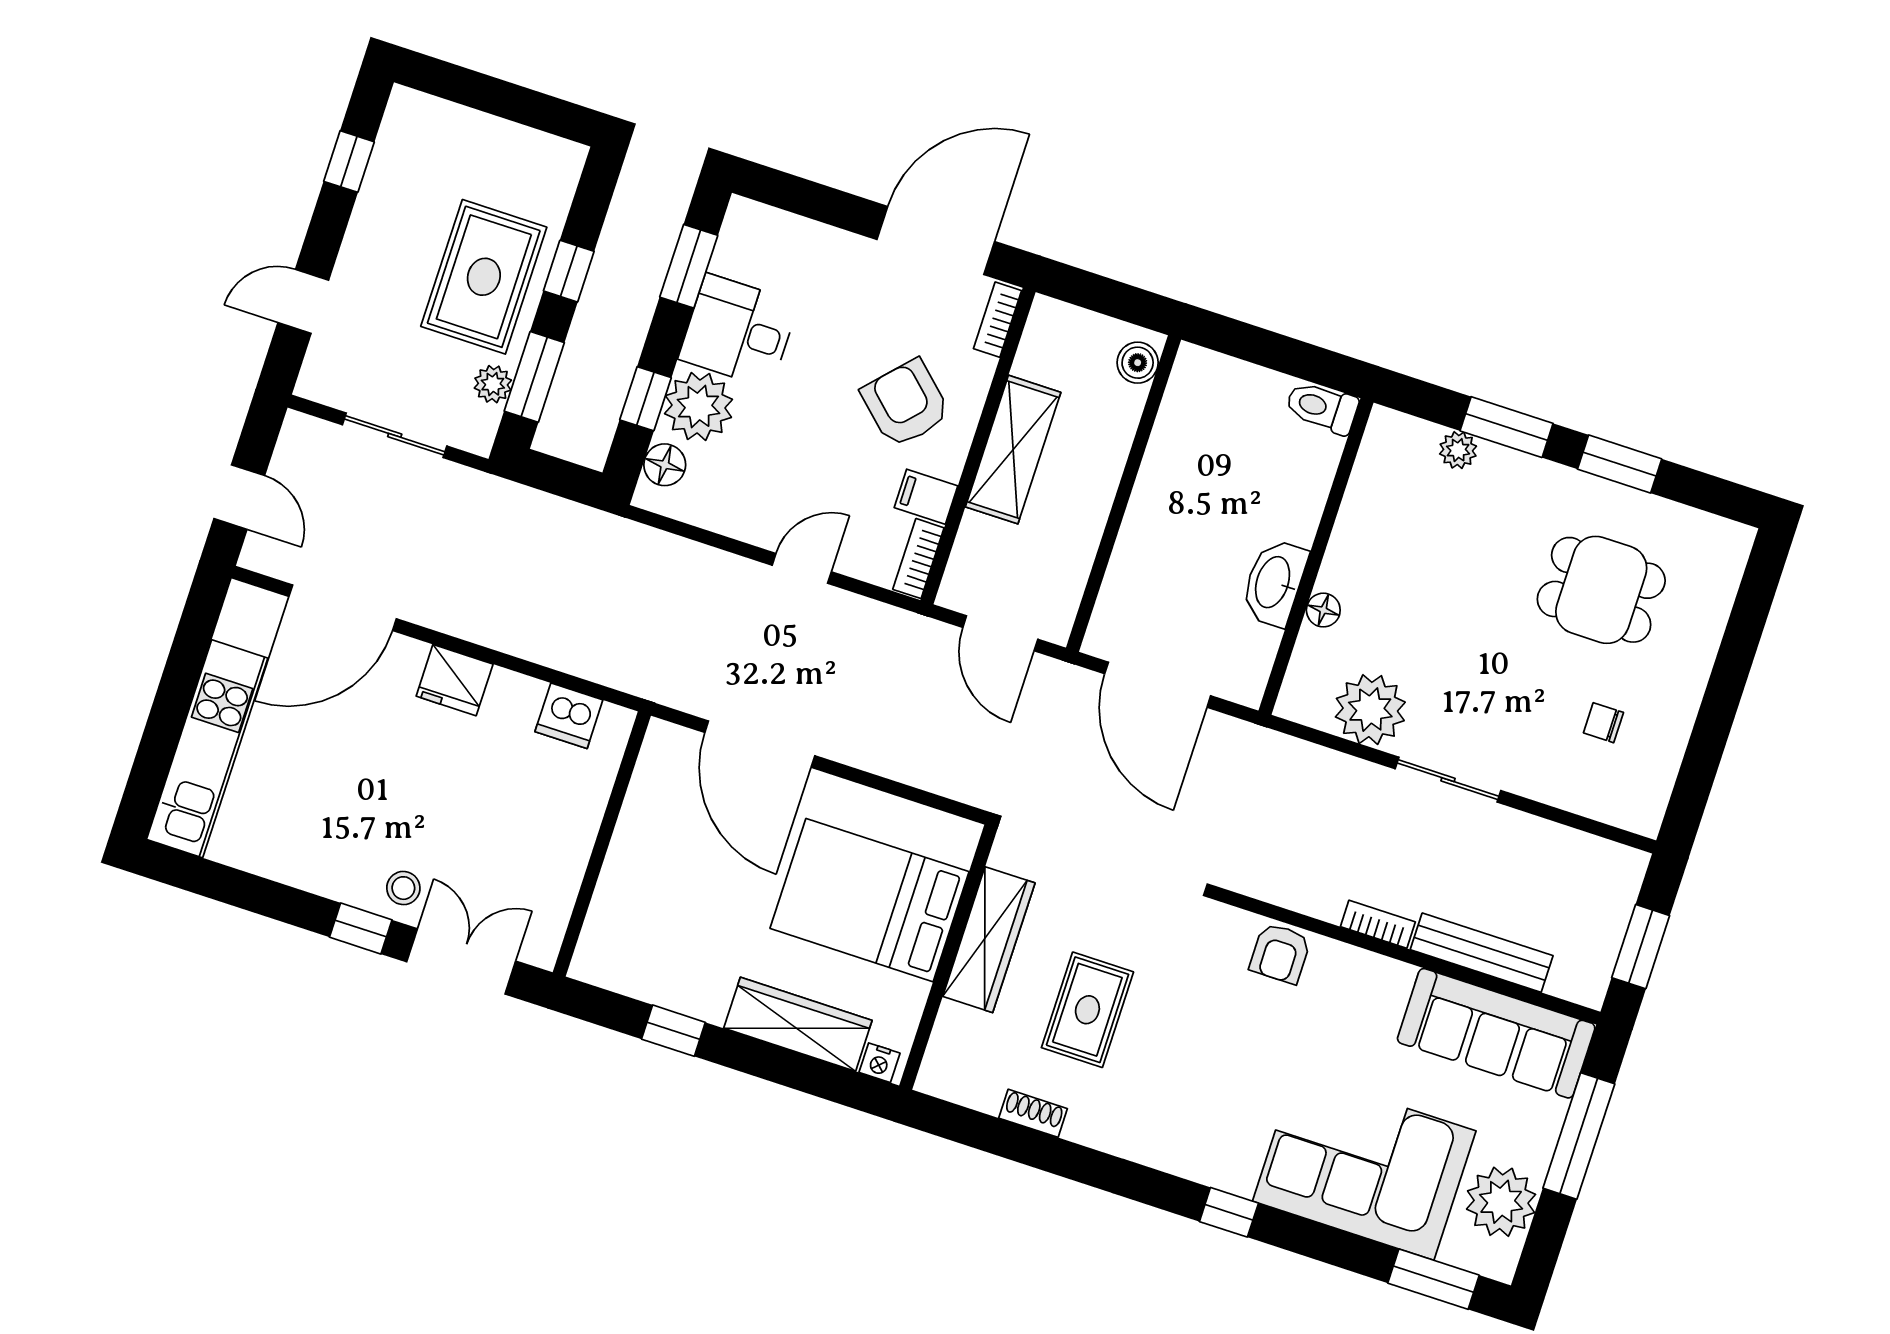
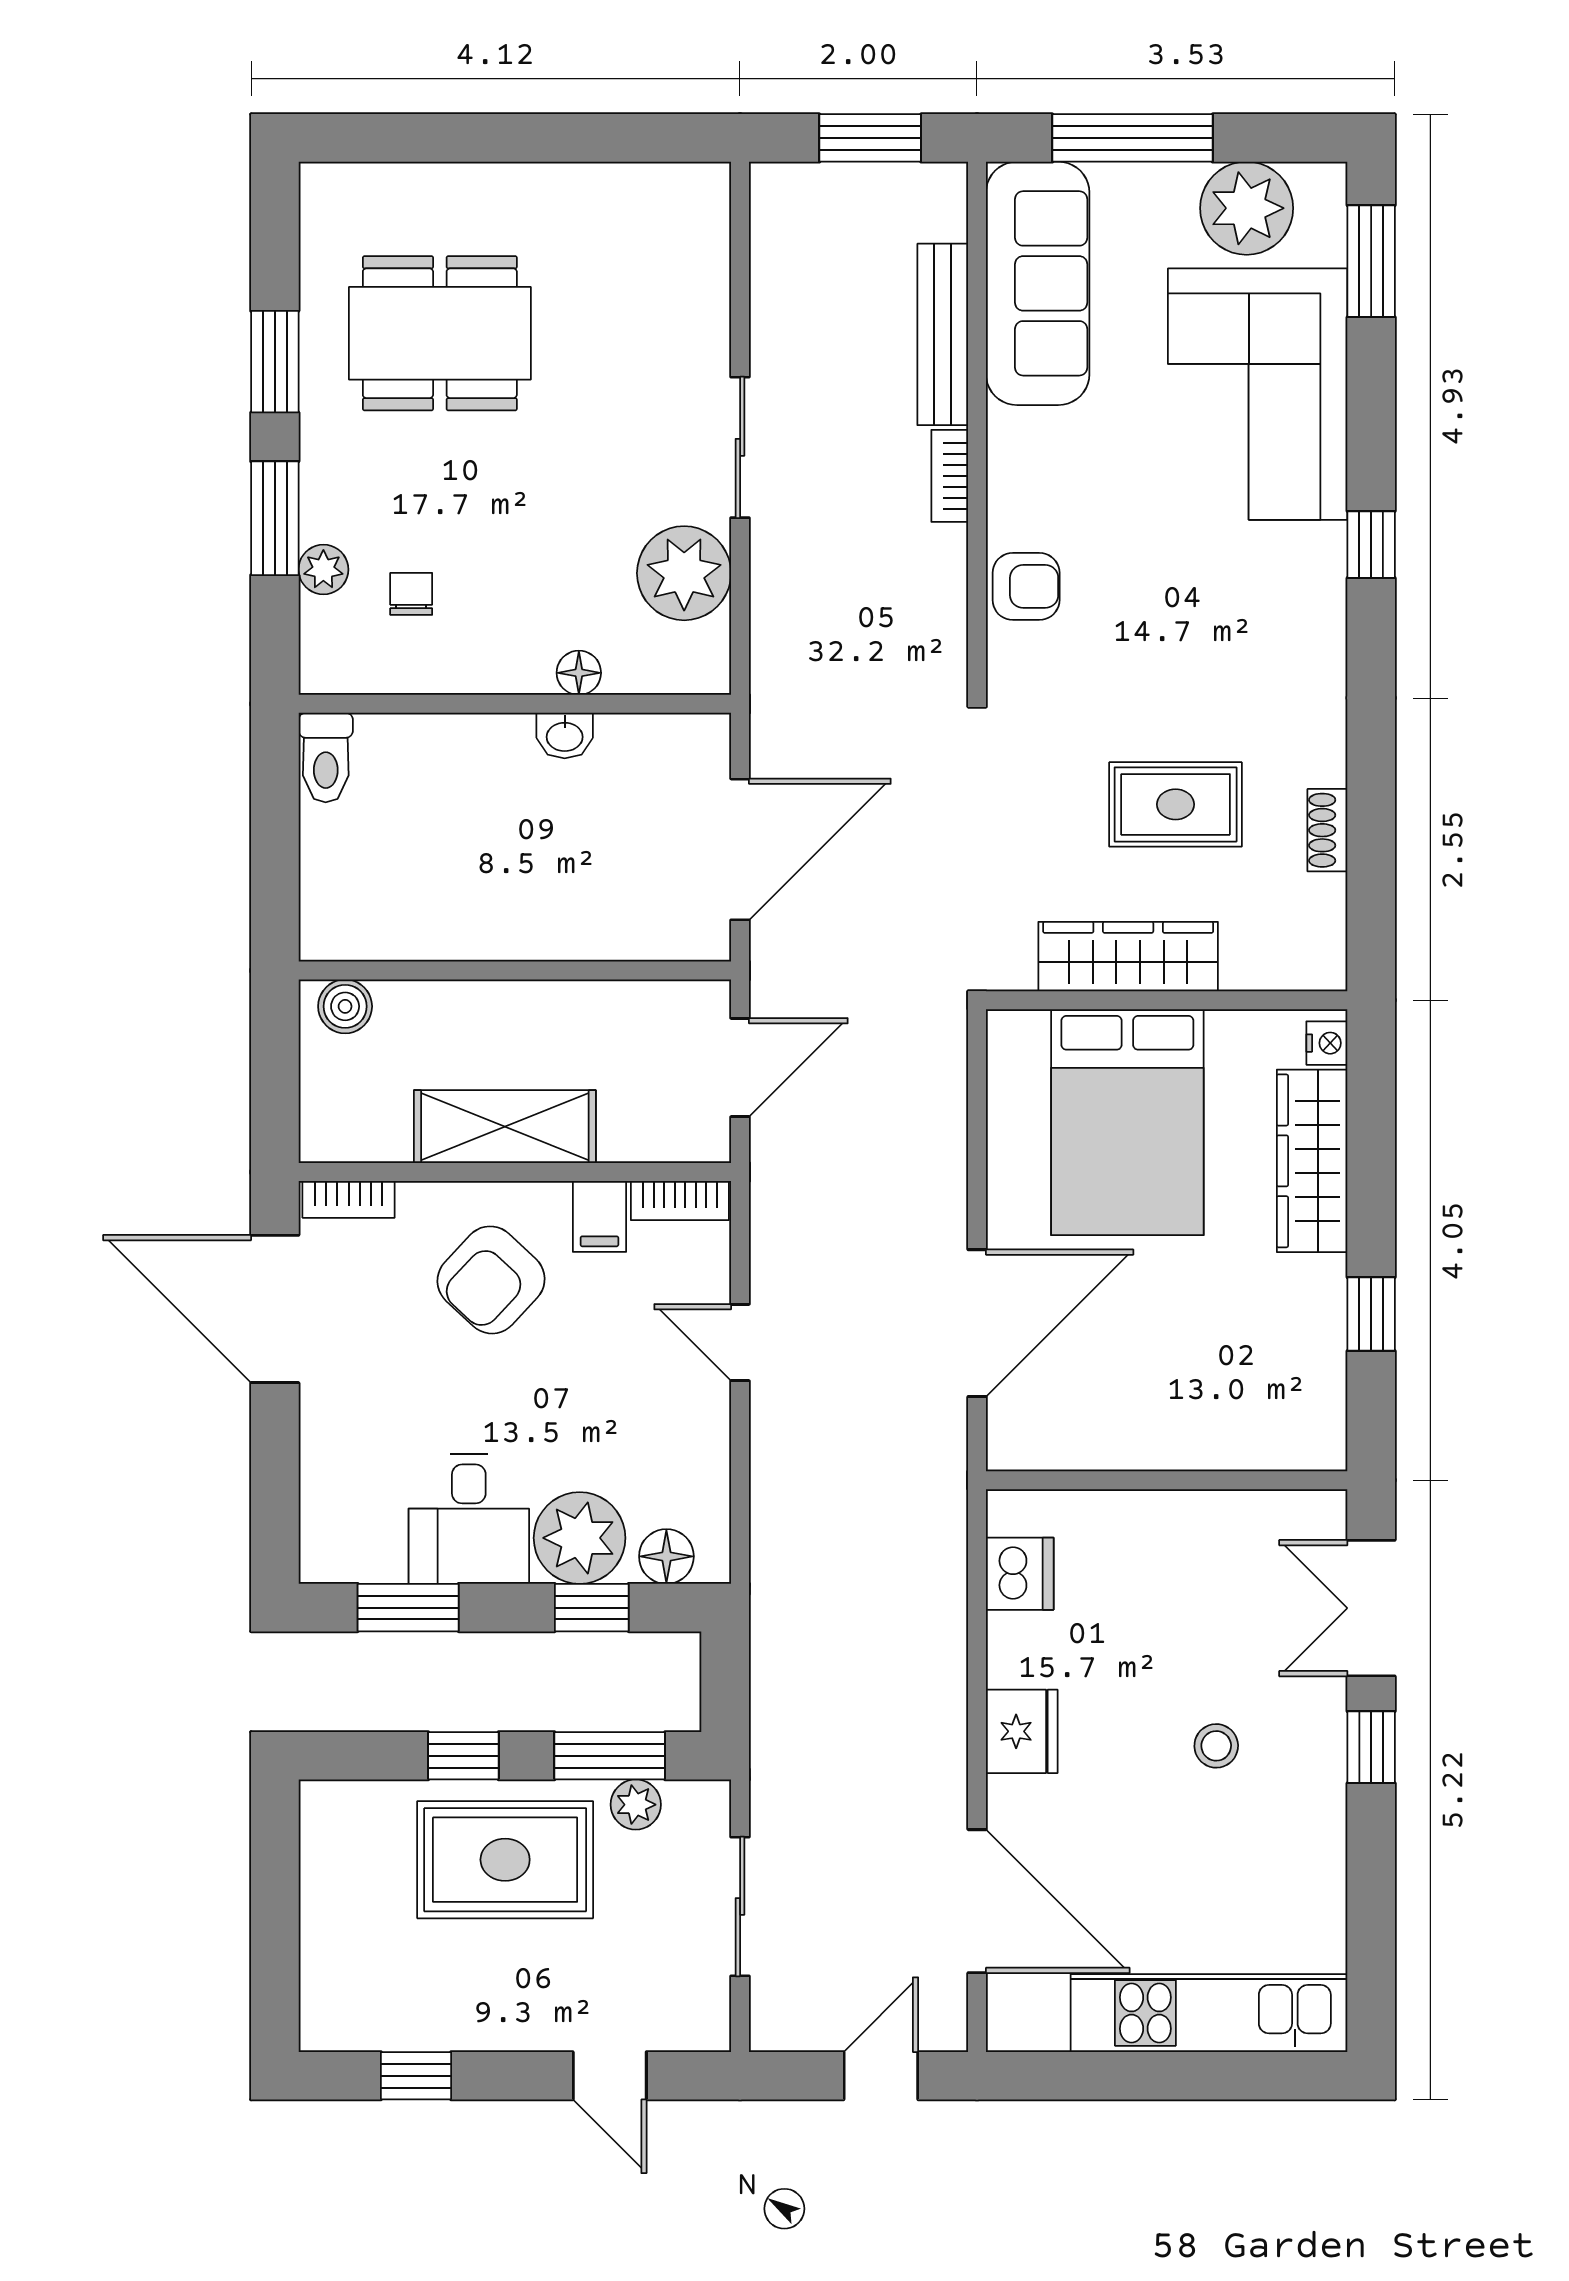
washbasin: (1274, 583) -> (565, 736), width x0.52, depth x0.69
dining table: (1601, 590) -> (440, 333), width x1.38
chair: (1603, 723) -> (411, 594), moved, turned 180
stool: (403, 888) -> (1216, 1746), moved

